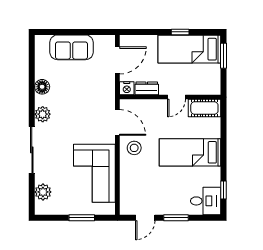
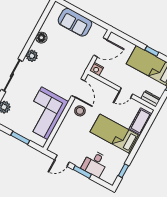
dresser: (147, 88) -> (150, 99), moved
cot: (204, 108) -> (141, 121), moved, turned 90
desk: (206, 201) -> (95, 164), moved, turned 90

